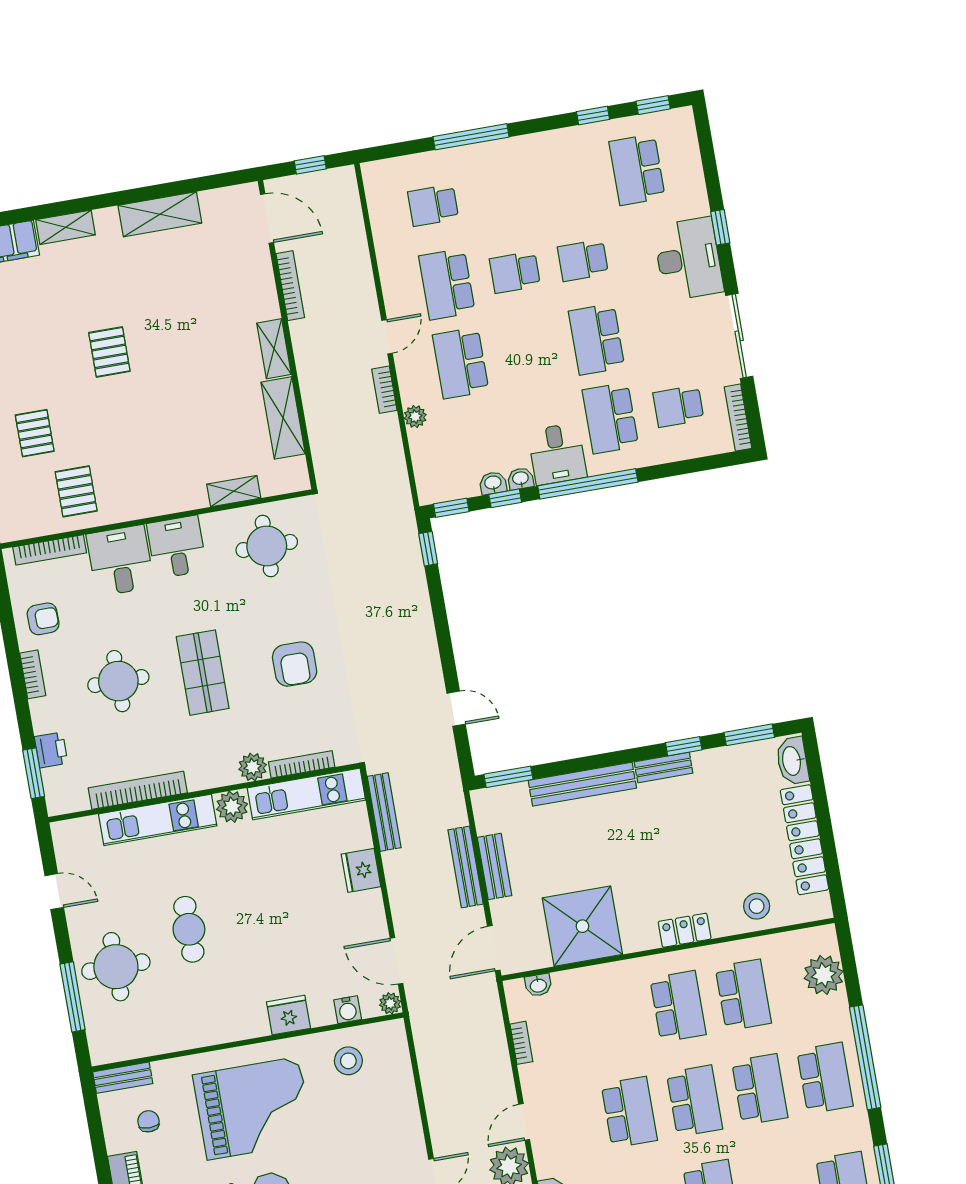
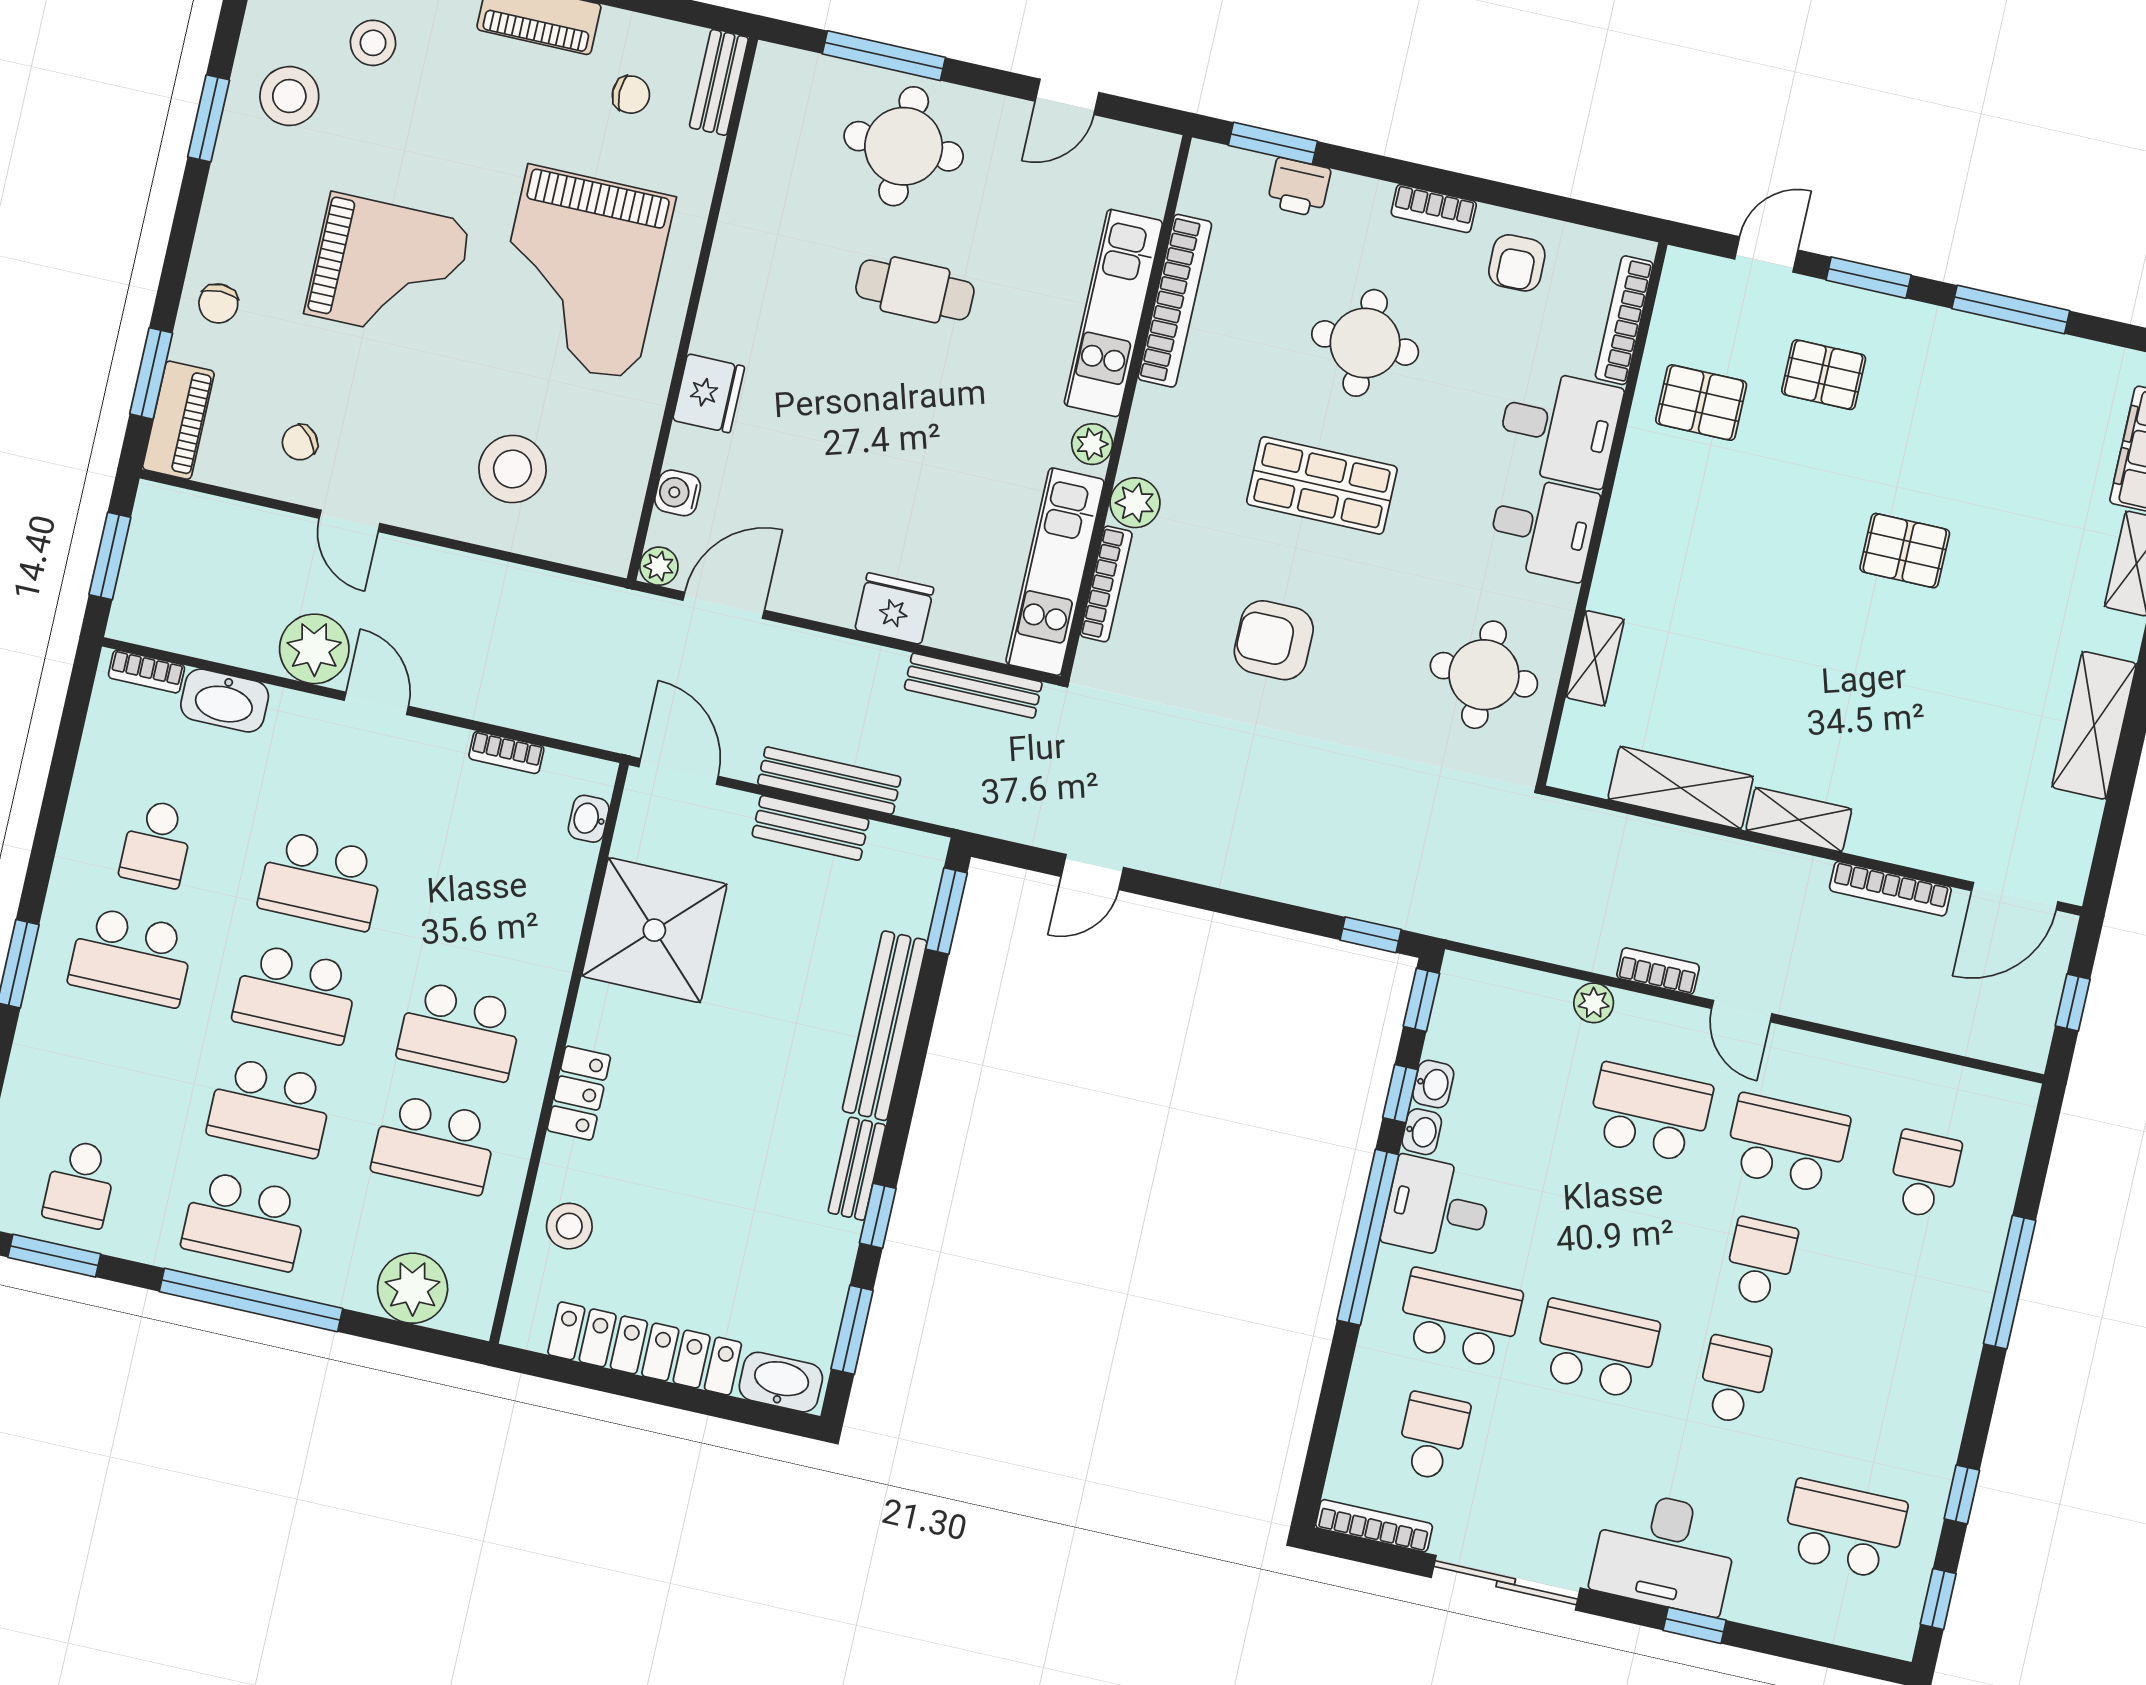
plant: (232, 807) -> (1092, 444), width x0.73, depth x0.73
stool: (348, 1061) -> (513, 469), moved, width x1.38, depth x1.38

